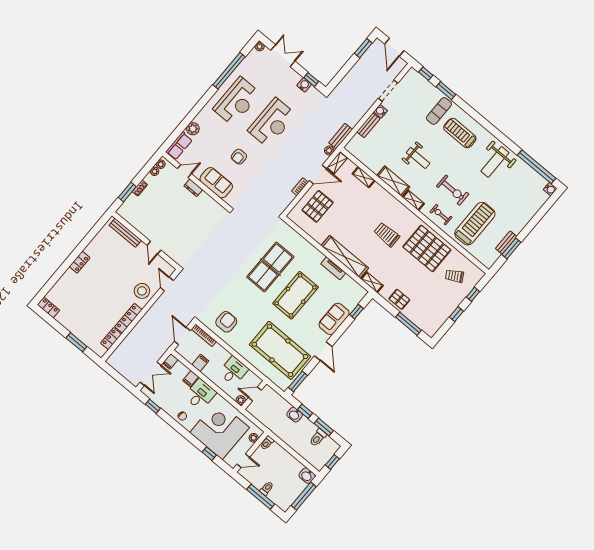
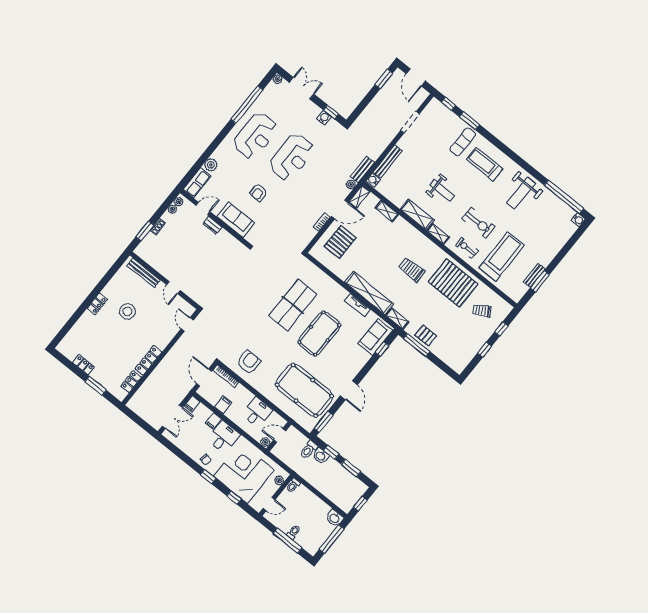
water cooler: (381, 111) -> (373, 180), moved
bench: (368, 125) -> (388, 161), width x1.36
stool: (142, 291) -> (127, 311), moved
locker: (48, 307) -> (83, 365), moved
sofa: (334, 319) -> (375, 337), moved
window: (408, 324) -> (417, 345), moved
window: (153, 406) -> (208, 477), moved
toilet: (318, 438) -> (309, 450), moved

